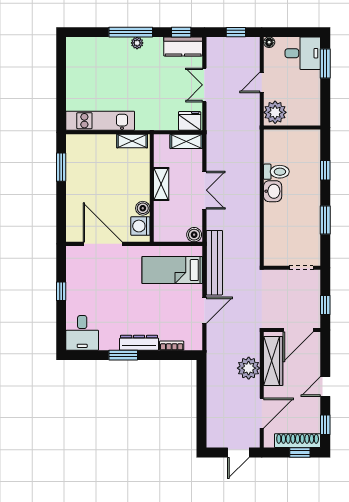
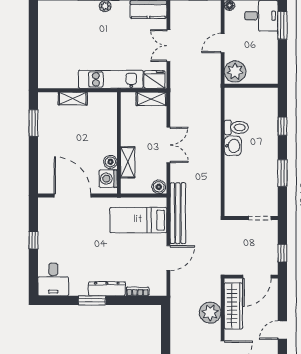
kitchen unit: (100, 121) -> (111, 79), moved
shelving: (132, 141) -> (73, 99), moved
shelving: (161, 184) -> (128, 162), moved

